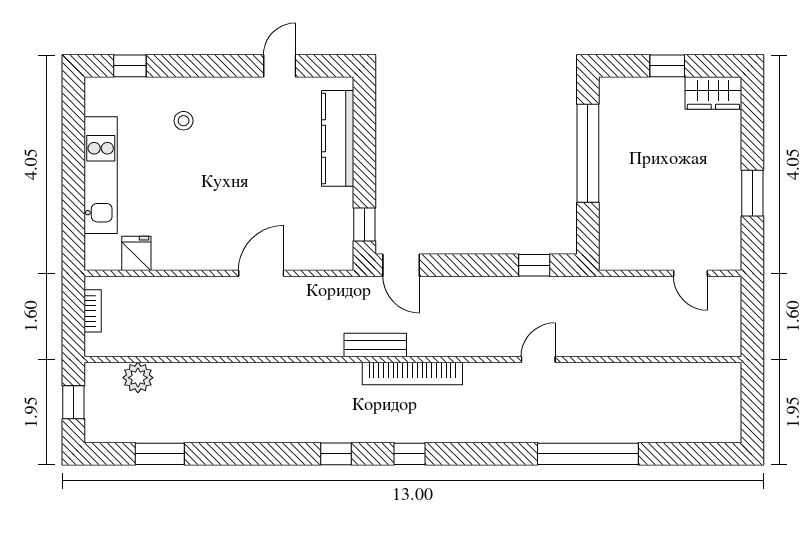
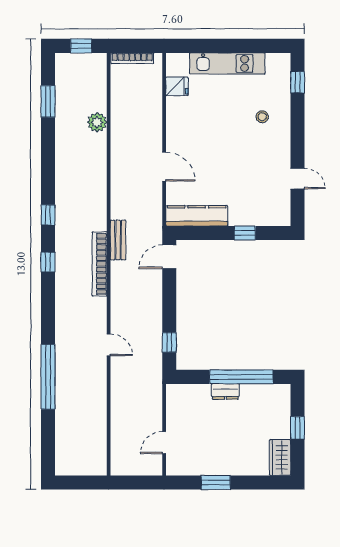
kitchen counter: (338, 138) -> (197, 216), moved
dresser: (611, 178) -> (225, 392), added
window: (364, 224) -> (245, 233), moved
bookcase: (93, 311) -> (132, 58), width x1.56
plant: (138, 378) -> (97, 122), moved

